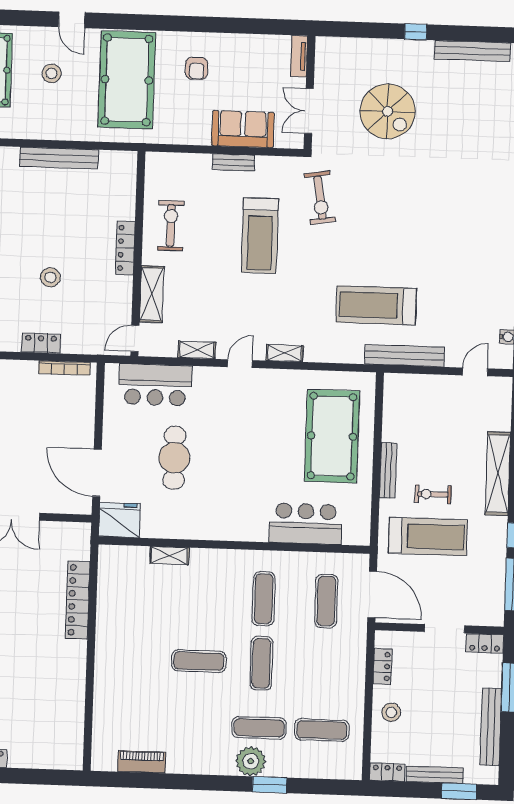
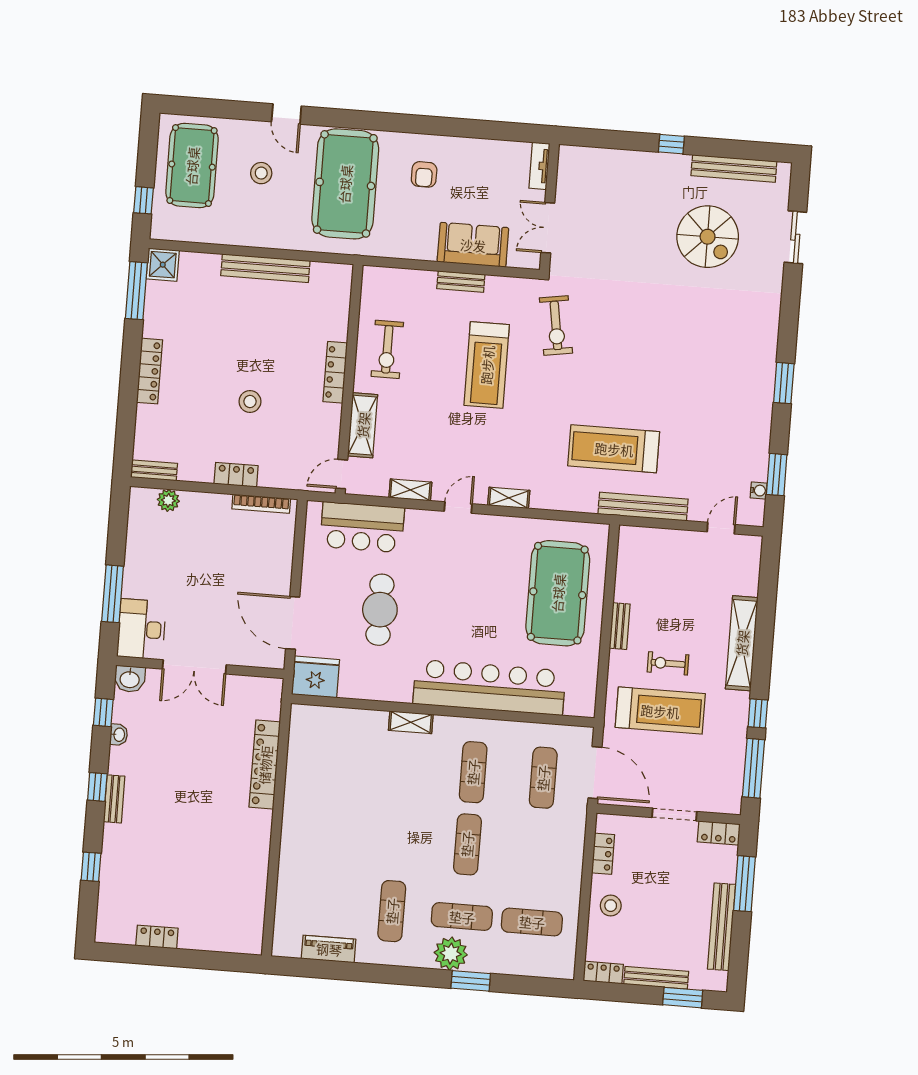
spiral stairs: (388, 111) -> (708, 237), moved
exercise bike: (171, 226) -> (387, 349), turned 180
bench: (388, 470) -> (620, 626), width x0.73
bar counter: (306, 524) -> (489, 687), width x1.86
shelving: (169, 555) -> (411, 722), moved
exercise mat: (199, 661) -> (392, 911), moved, turned 90

